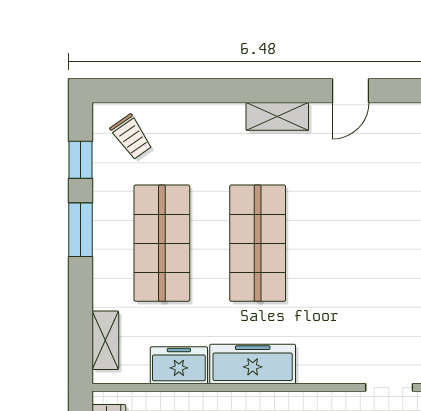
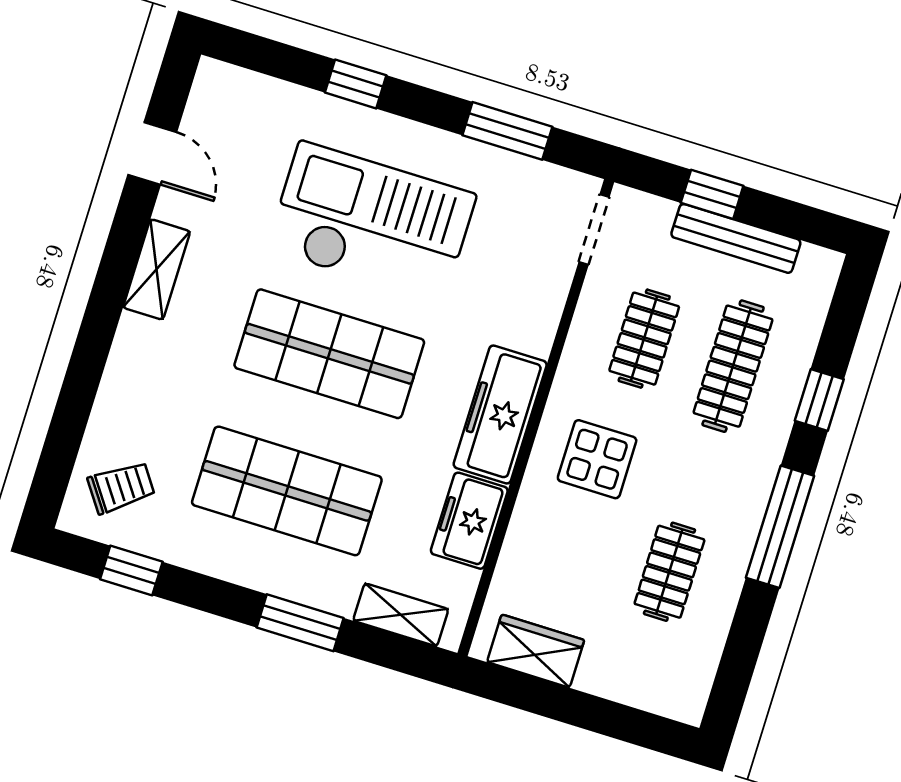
window: (80, 230) -> (300, 623), moved
checkout: (350, 244) -> (371, 222), added

